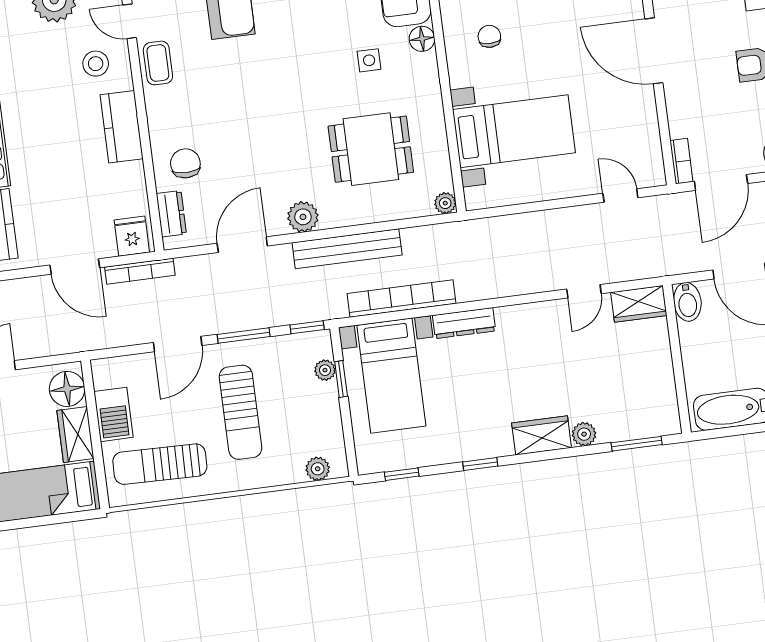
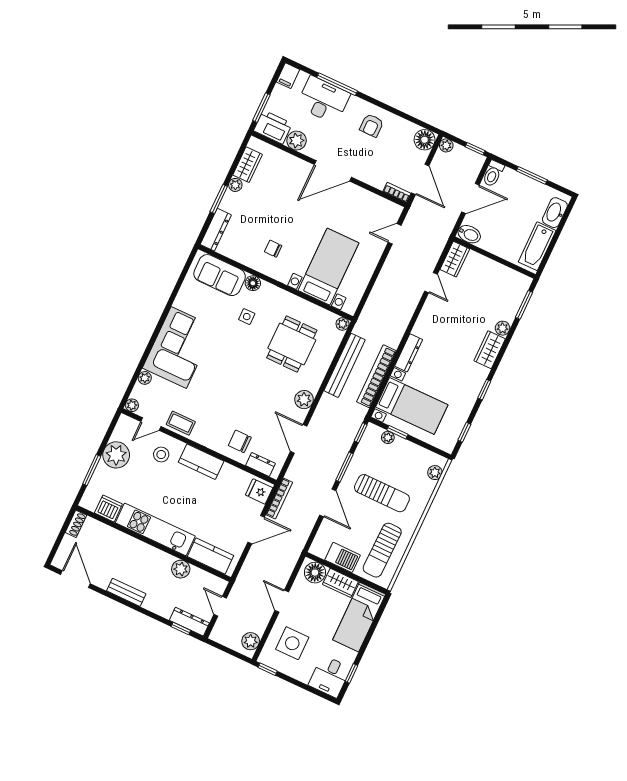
bench: (347, 249) -> (345, 365), moved

